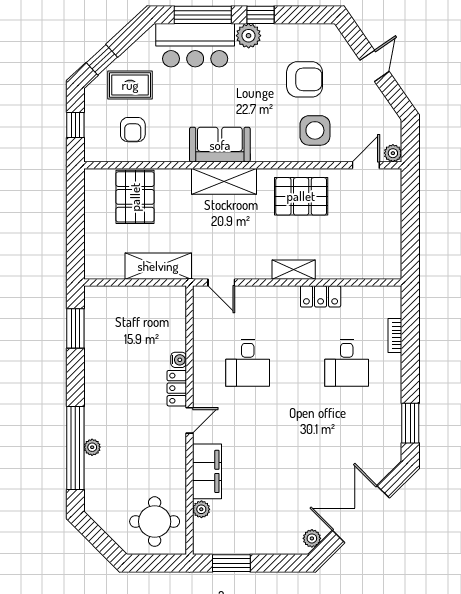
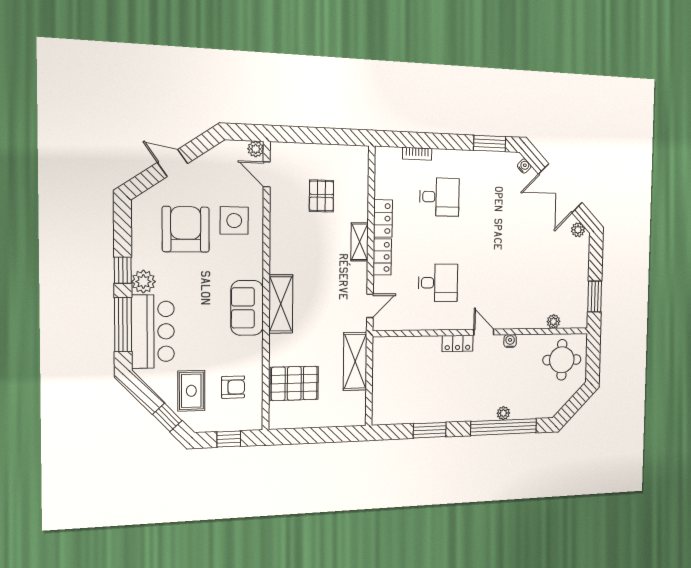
armchair: (305, 79) -> (186, 229), width x1.36, depth x1.36
pallet: (301, 196) -> (321, 196), moved, width x0.67, depth x0.71
locker: (277, 296) -> (382, 257), added
window: (75, 328) -> (430, 430), moved
water cooler: (179, 360) -> (510, 341), moved
water cooler: (386, 467) -> (524, 166), added
filing cabinet: (207, 471) -> (524, 317), removed

